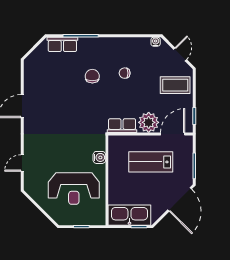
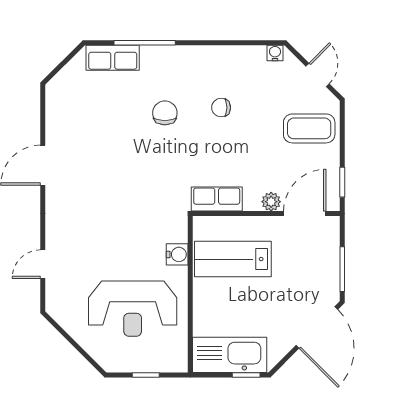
plant: (149, 122) -> (271, 202), width x0.53, depth x0.53
lab bench: (151, 162) -> (233, 259), moved

